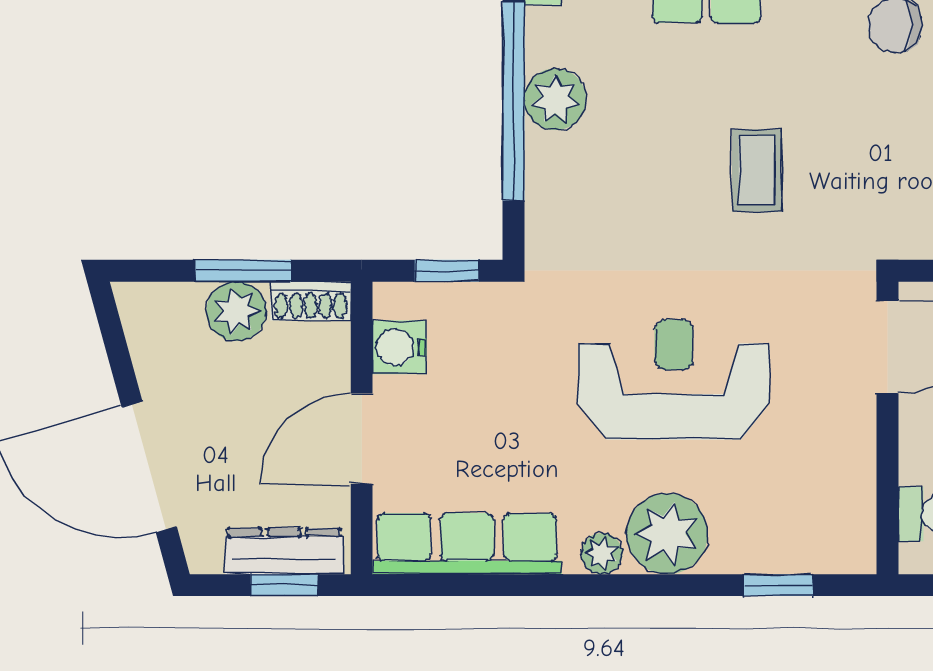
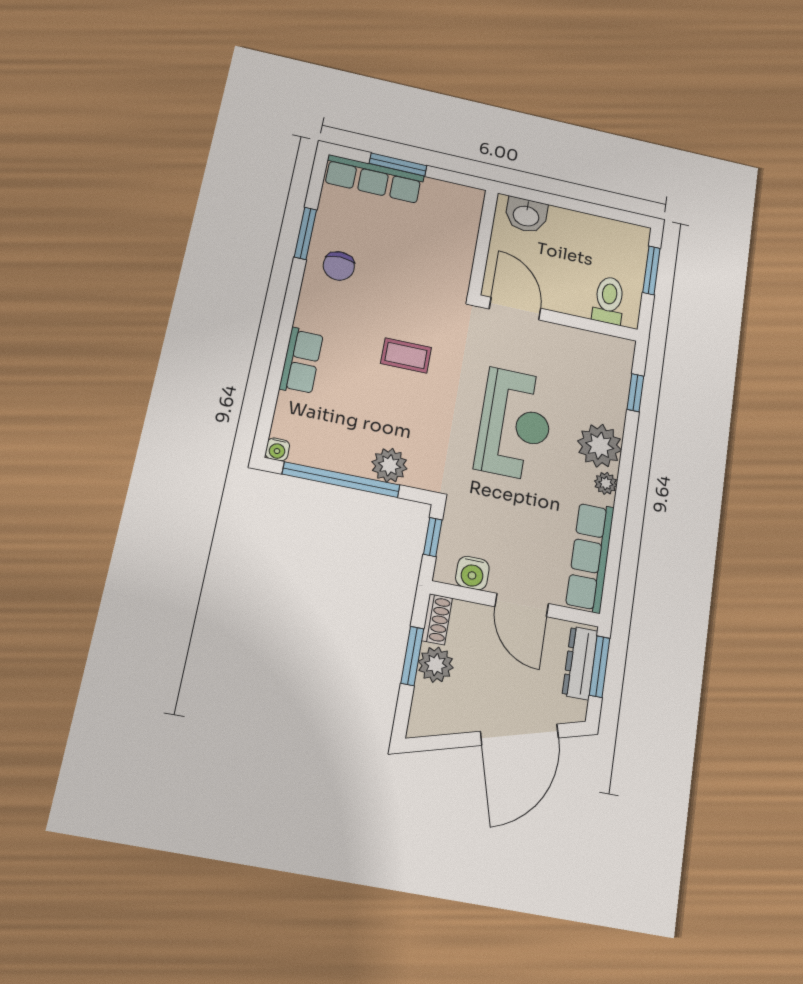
plant: (555, 99) -> (389, 465), moved
reception desk: (674, 380) -> (515, 424), turned 180
window: (284, 585) -> (600, 667), width x1.50

